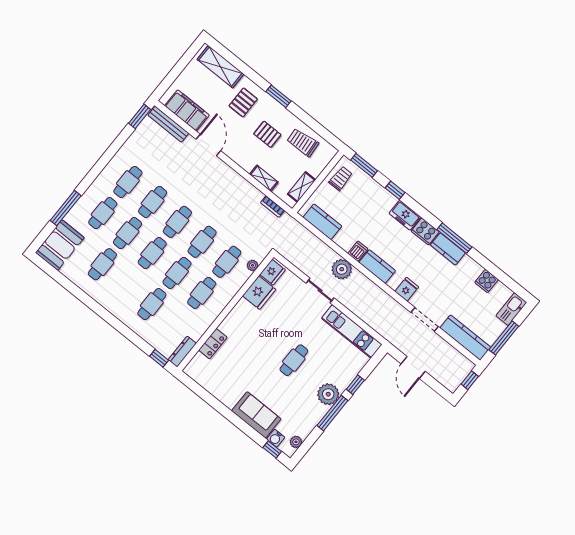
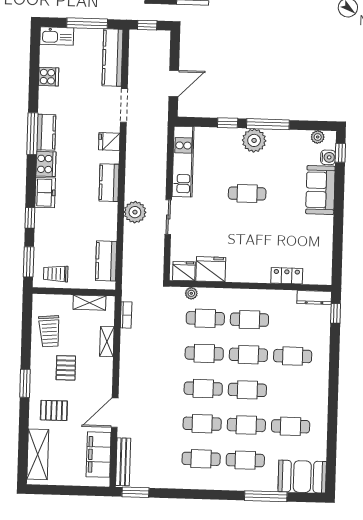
dishwasher: (358, 251) -> (108, 210), removed

